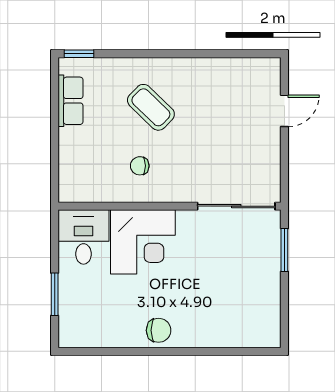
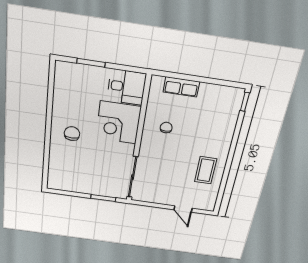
row of seats: (71, 101) -> (181, 87), moved
coffee table: (151, 107) -> (206, 170), moved, turned -44
chair: (159, 330) -> (72, 134), moved, turned 180

